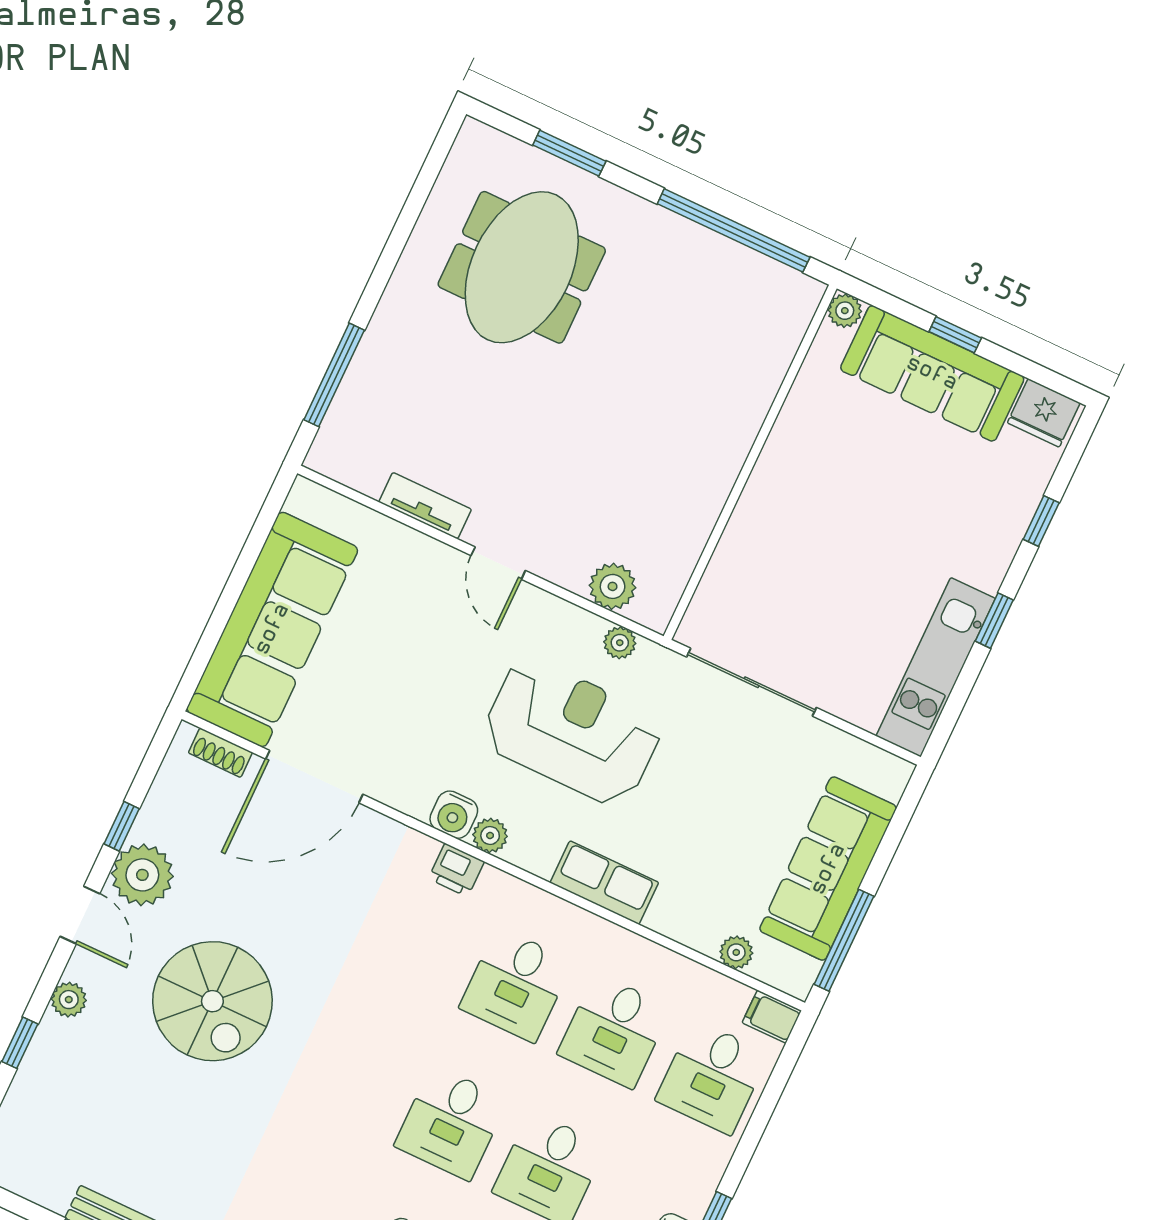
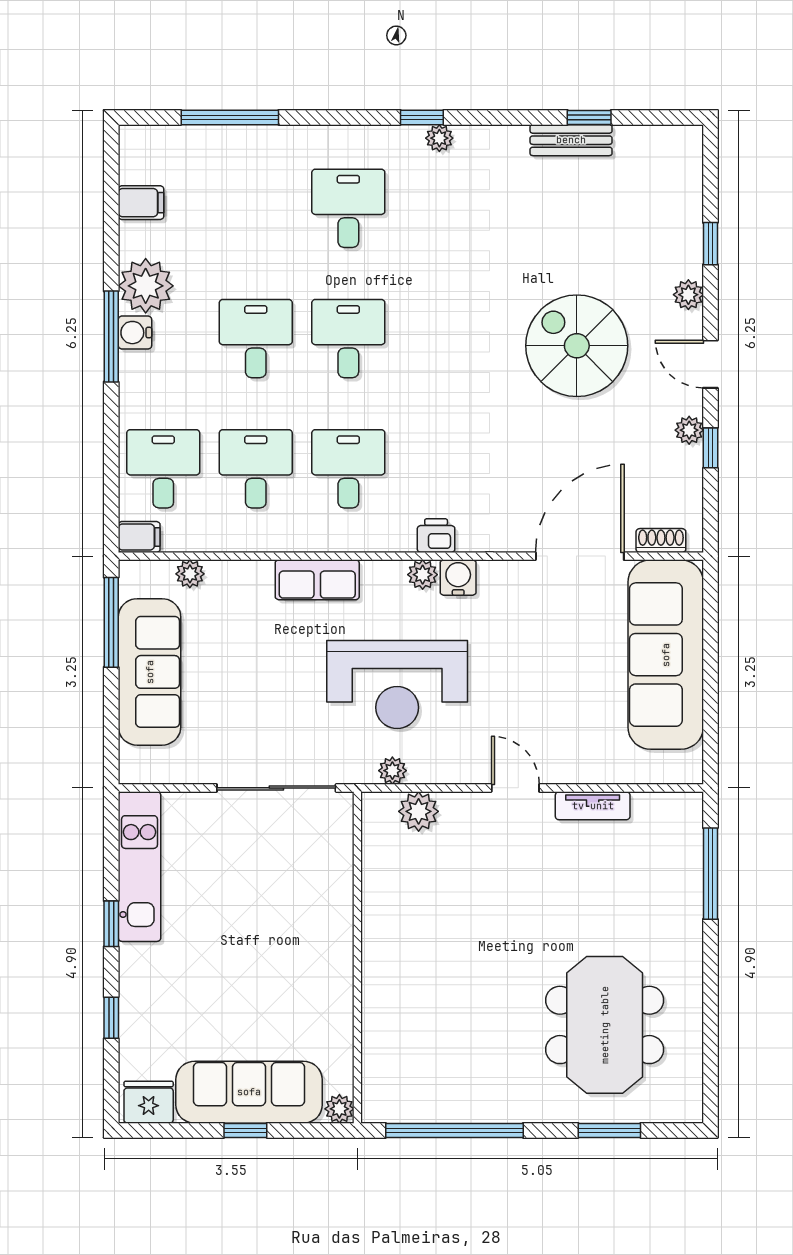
plant: (142, 875) -> (689, 430), width x0.53, depth x0.53

